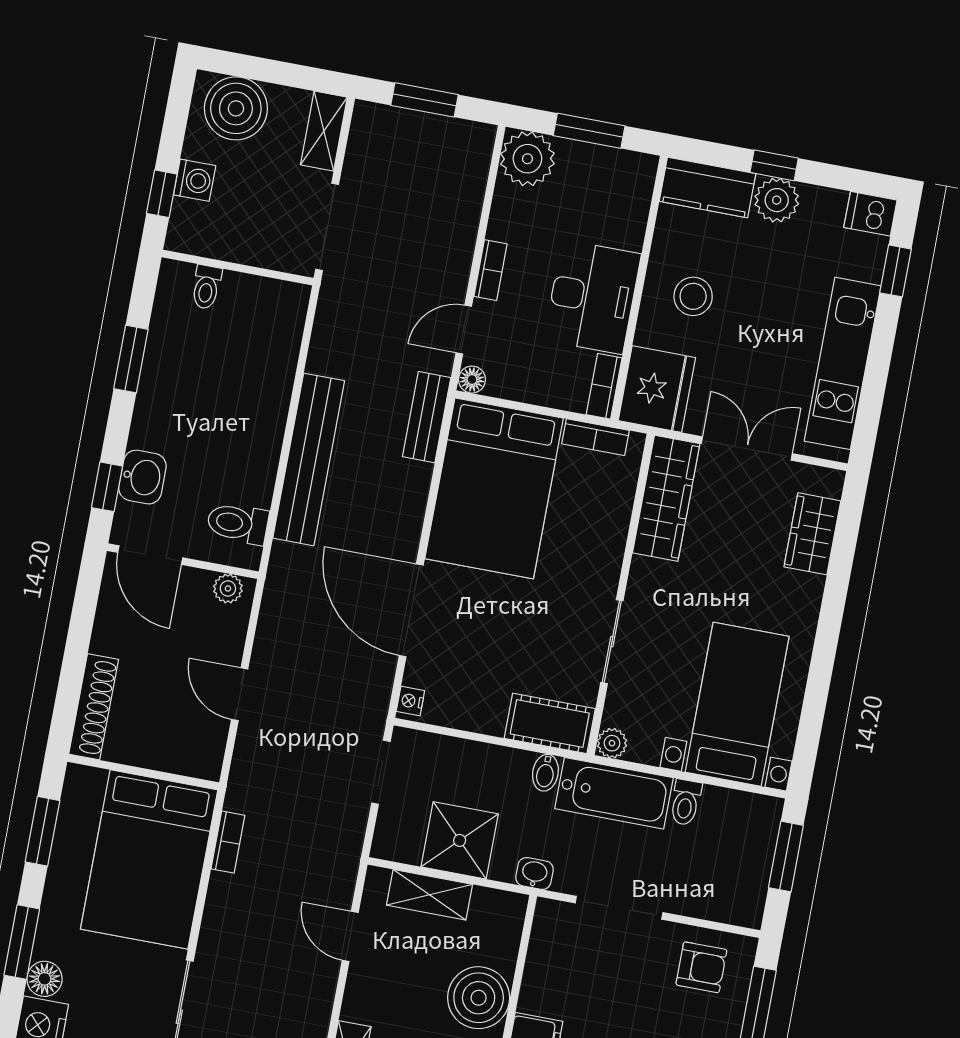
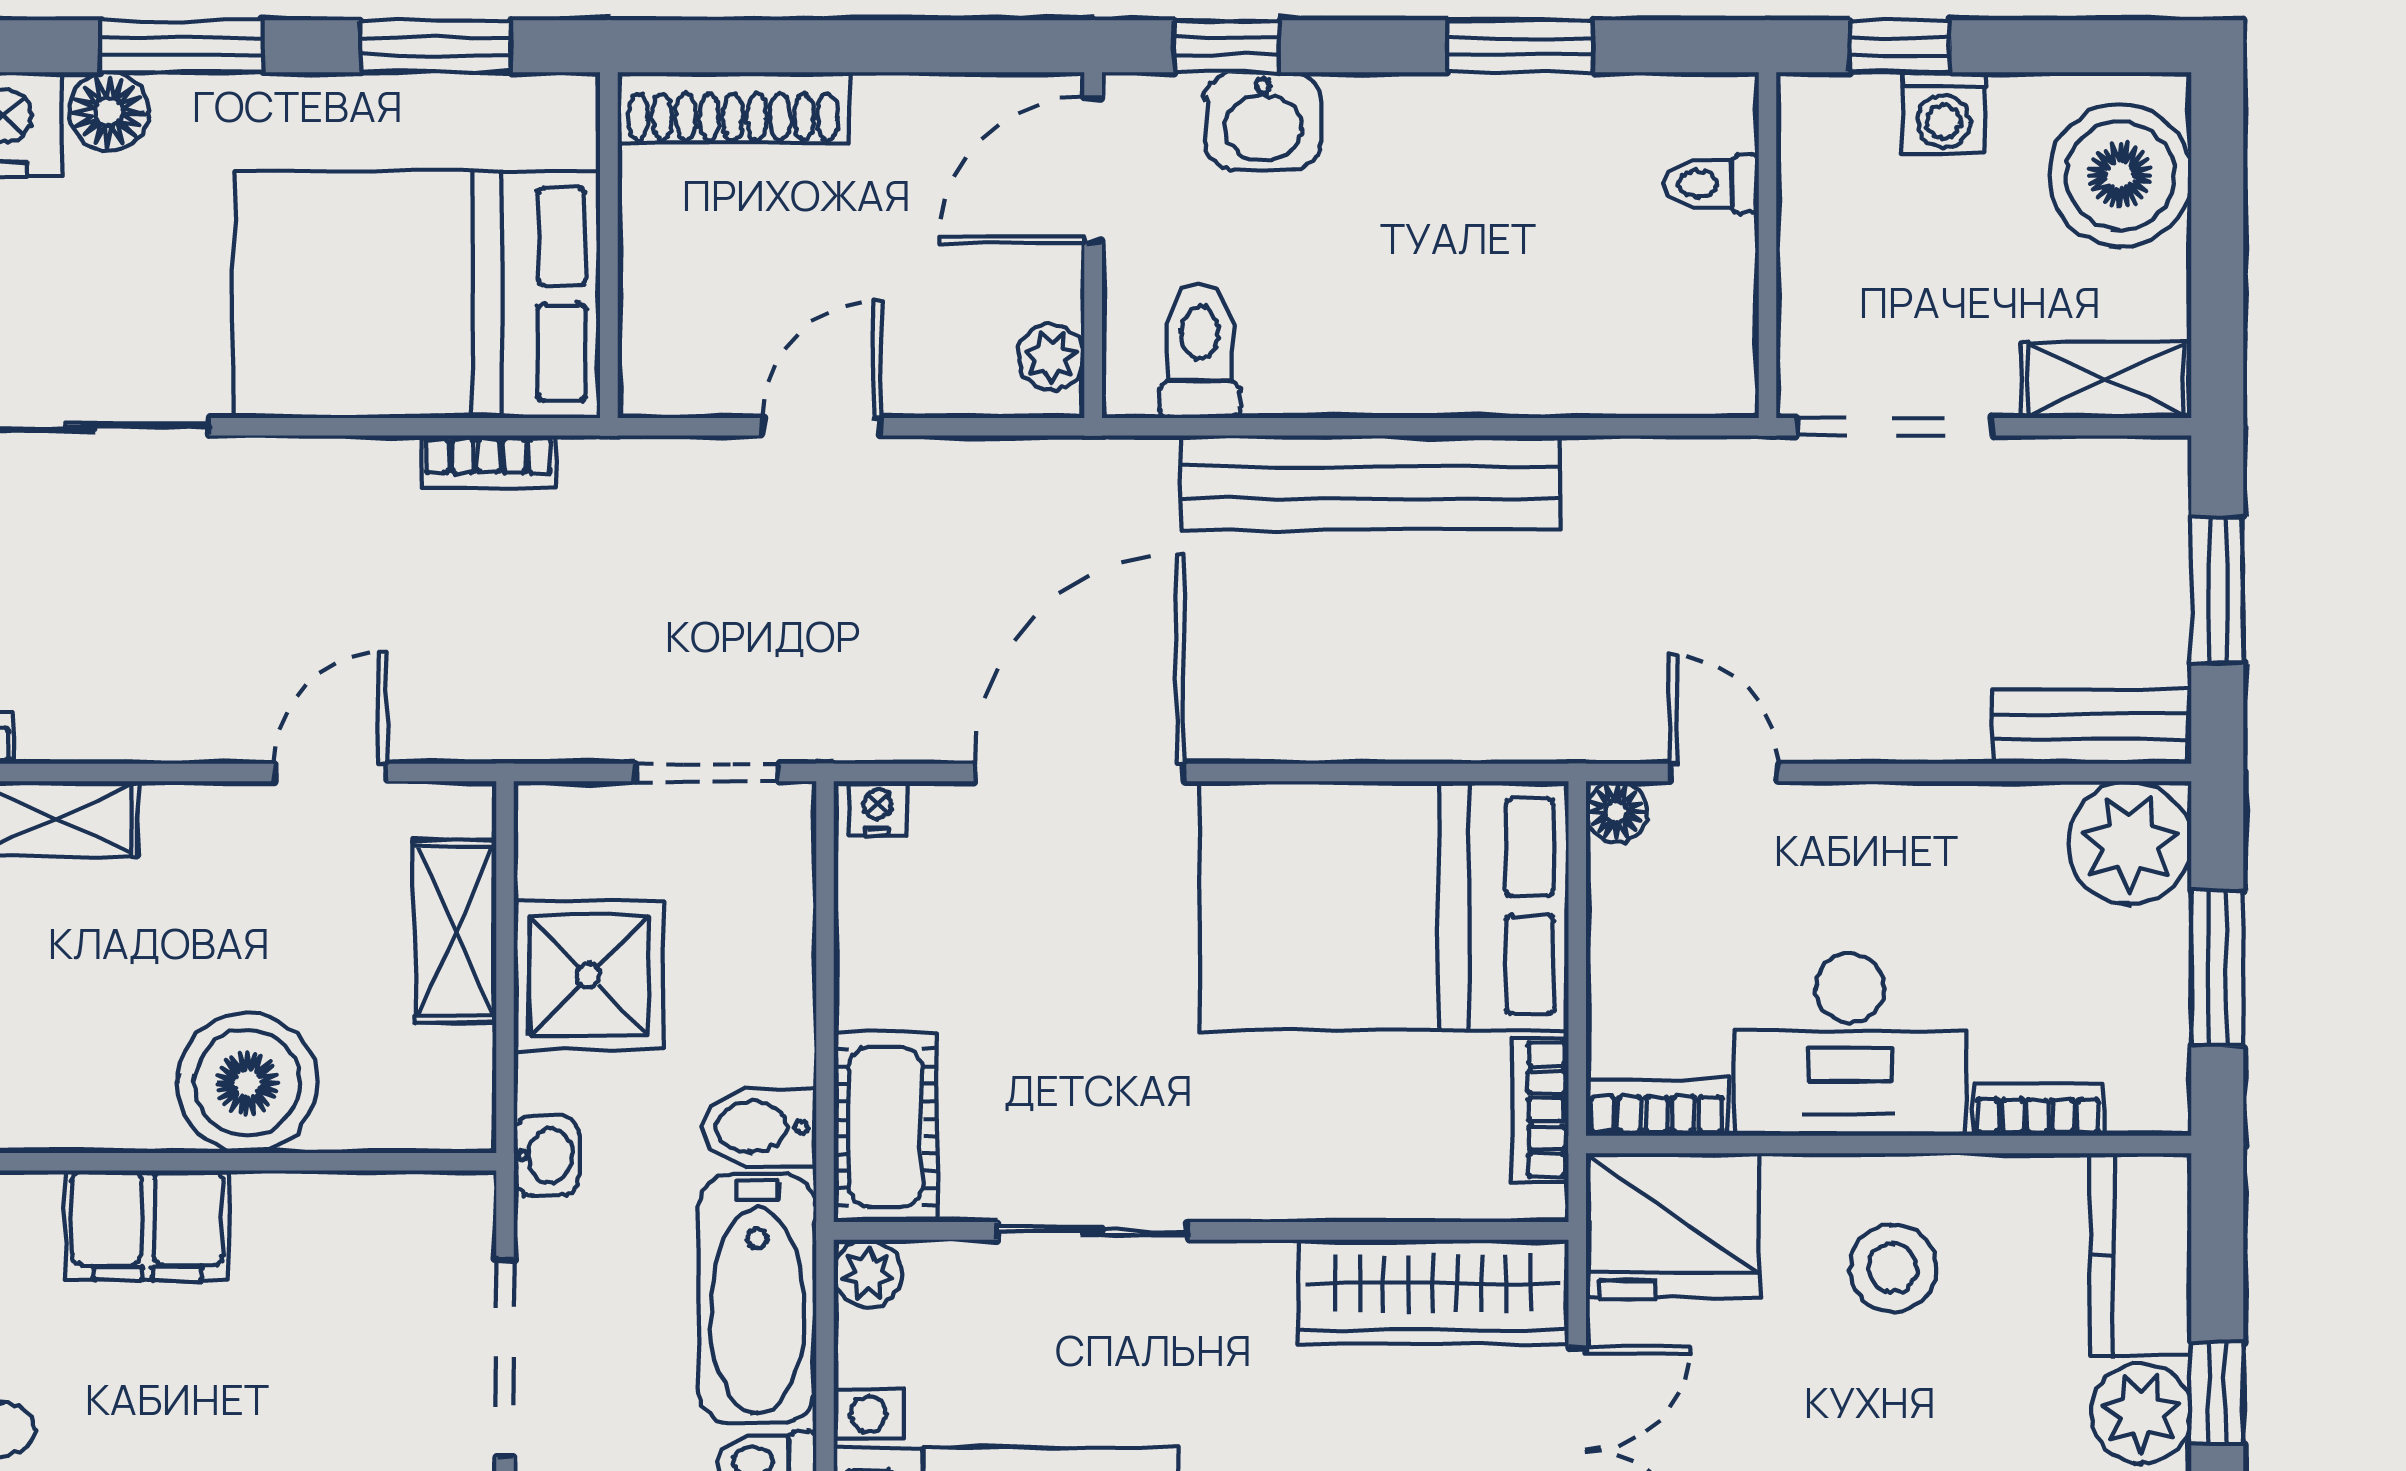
bookcase: (490, 270) -> (2038, 1110), moved, turned 180
bench: (427, 417) -> (2090, 727), moved
bidet: (545, 773) -> (759, 1127), width x1.38, depth x1.36

